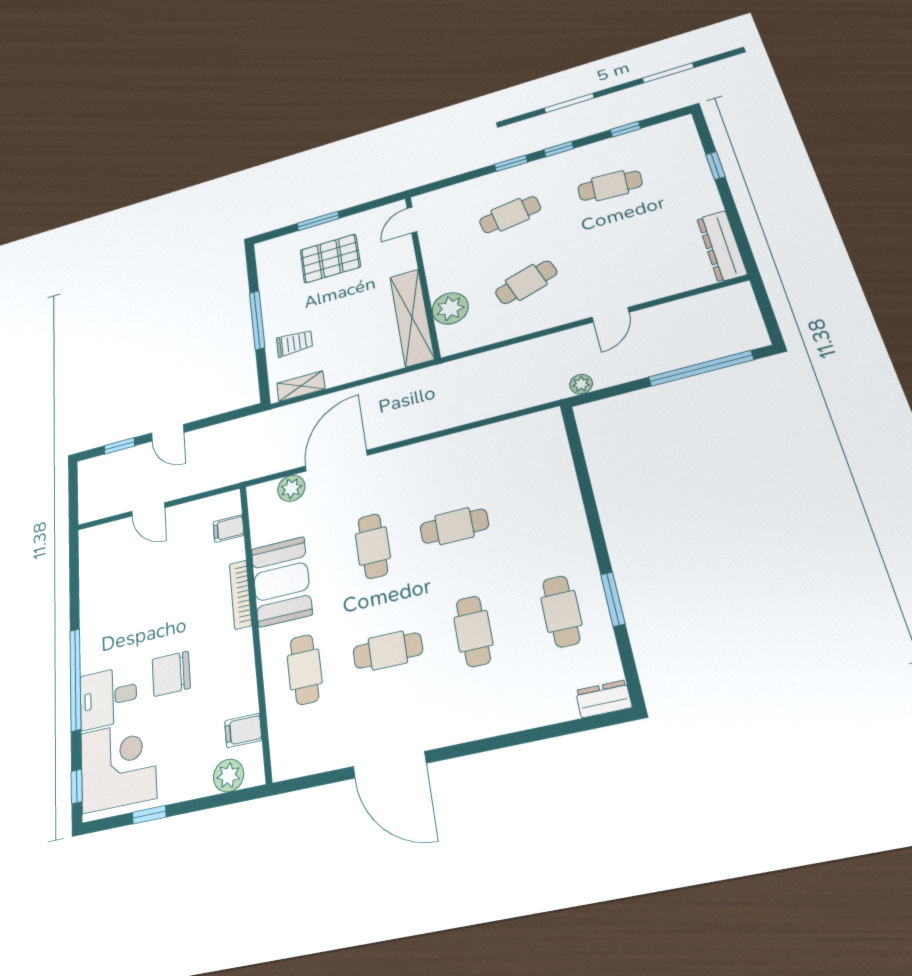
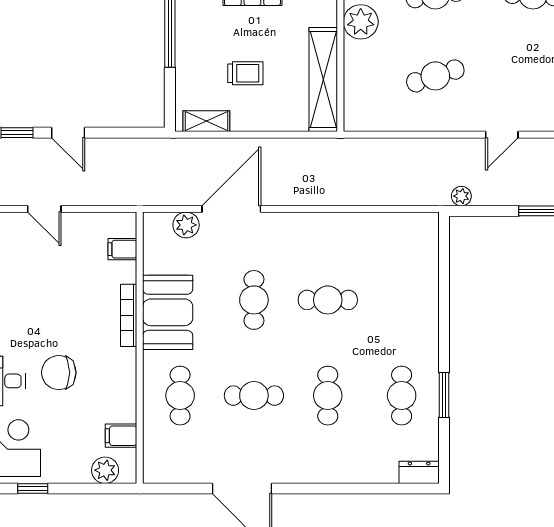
plant: (450, 308) -> (361, 22), moved
trolley: (295, 343) -> (245, 73), moved

